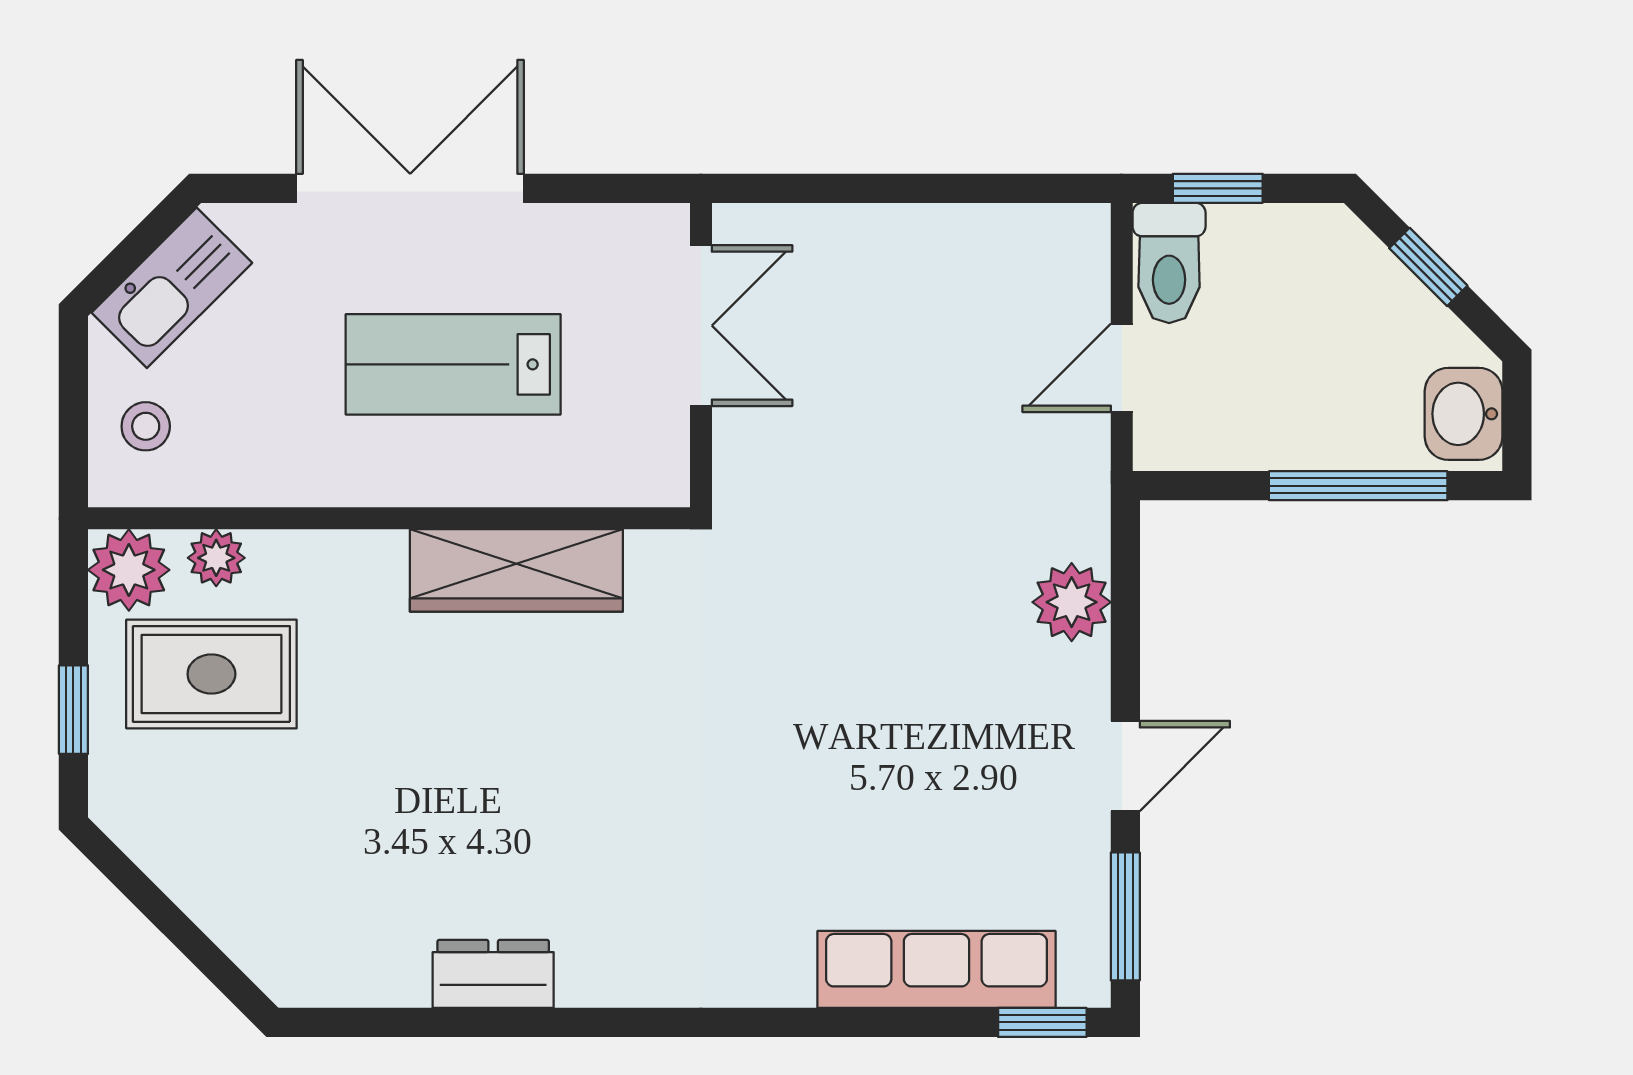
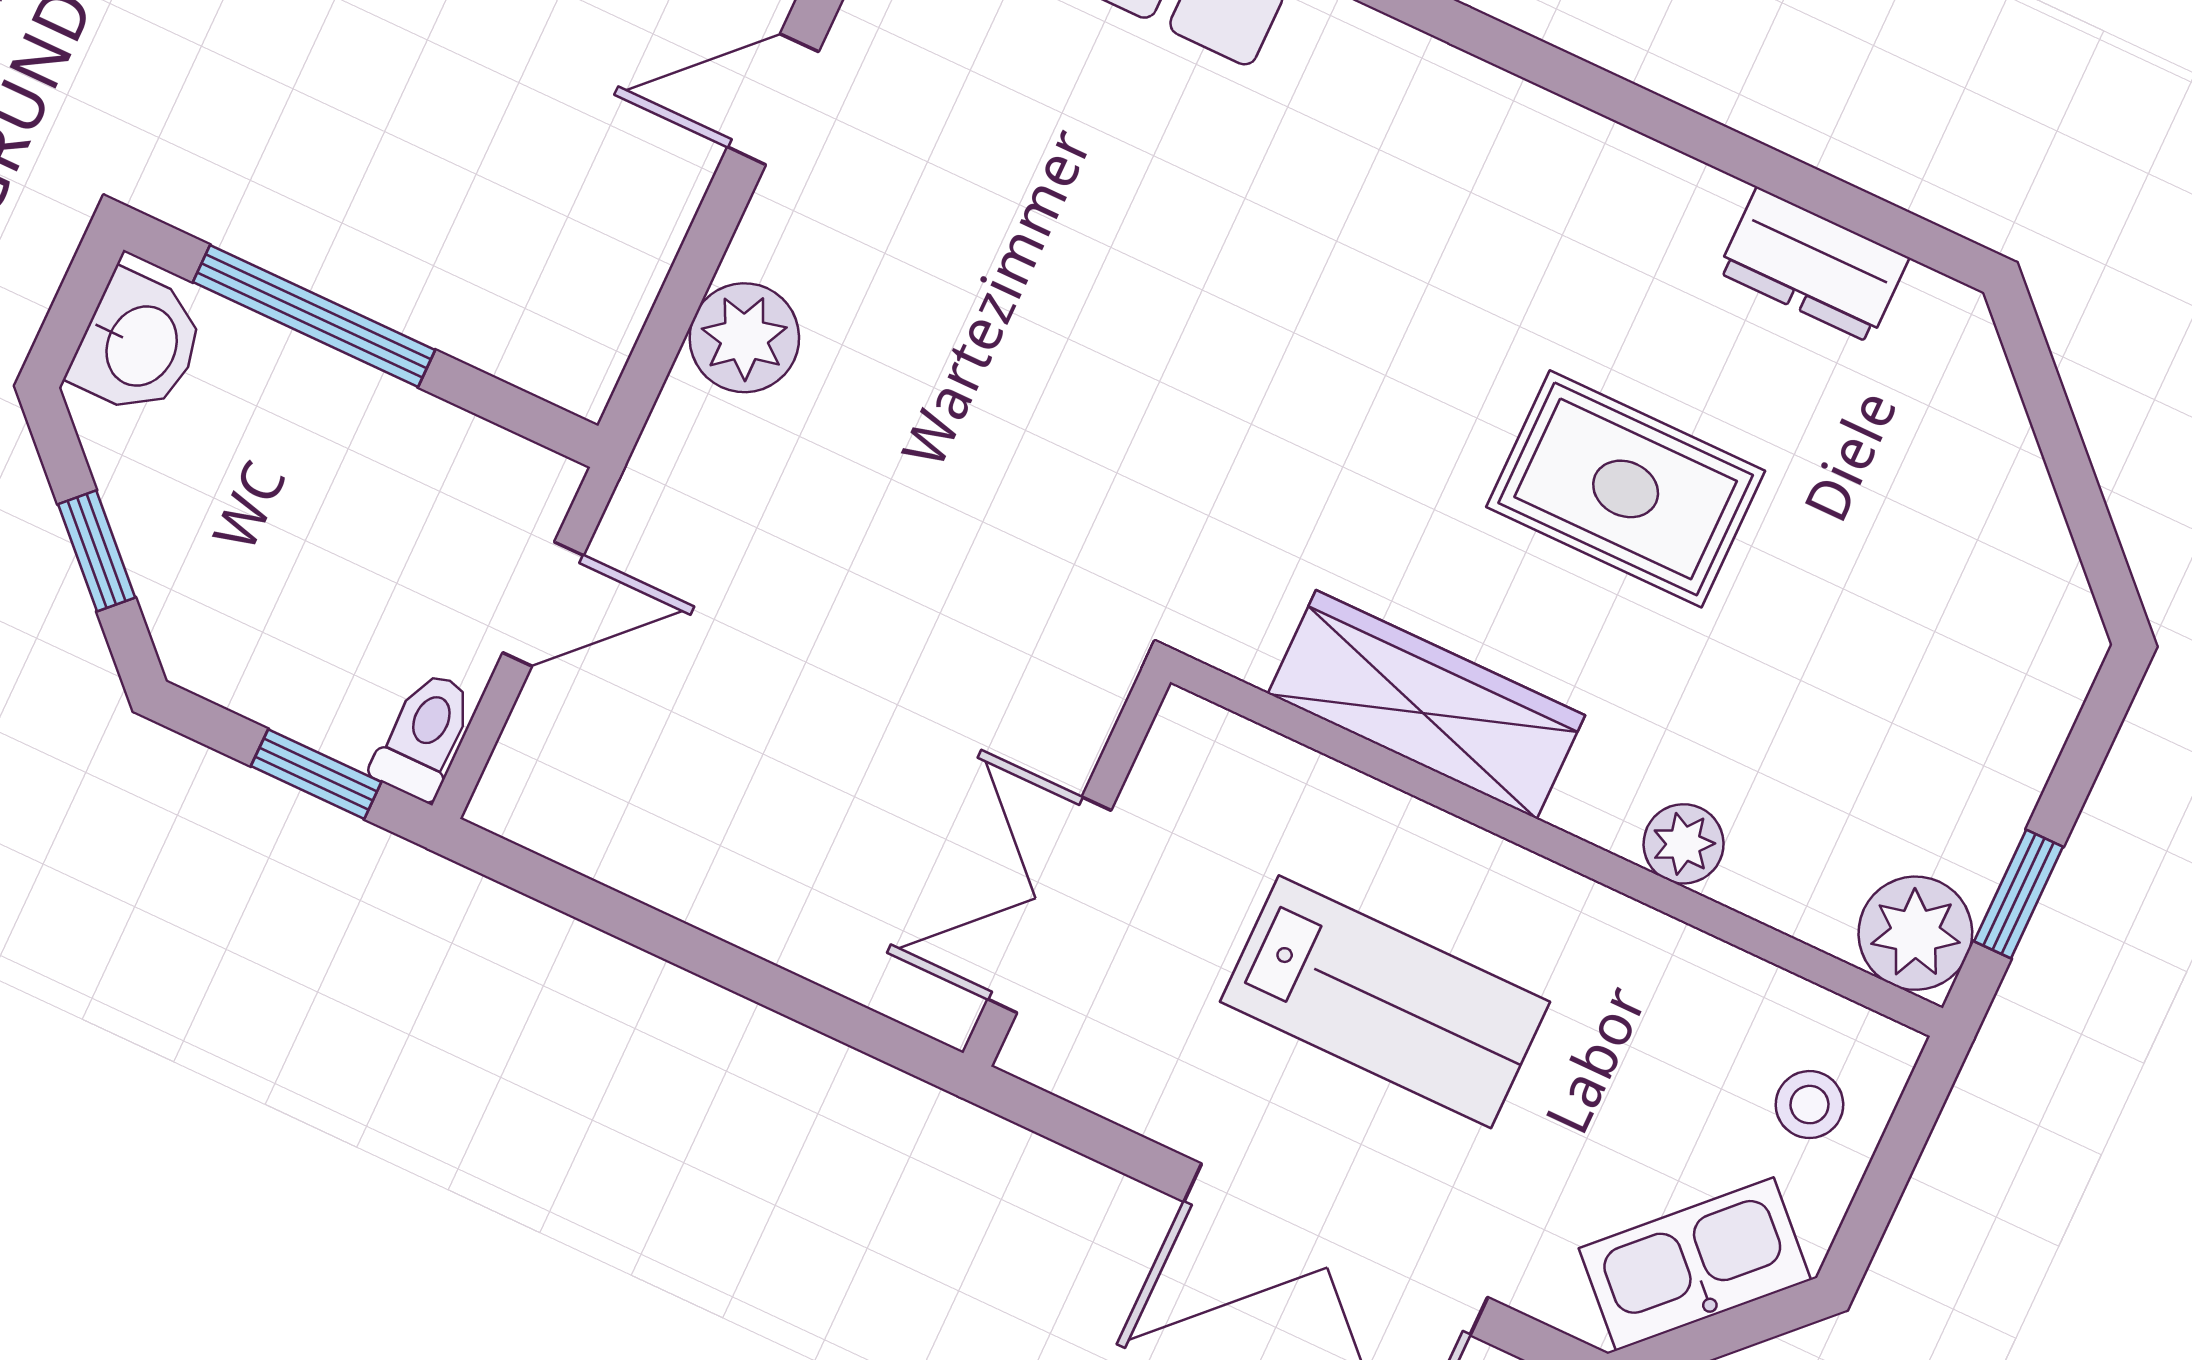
toilet: (1169, 263) -> (424, 735), width x0.73, depth x0.72
plant: (216, 558) -> (1684, 844), moved
rug: (211, 674) -> (1626, 489), moved
window: (73, 710) -> (2019, 894), moved
dresser: (493, 974) -> (1813, 265), moved

